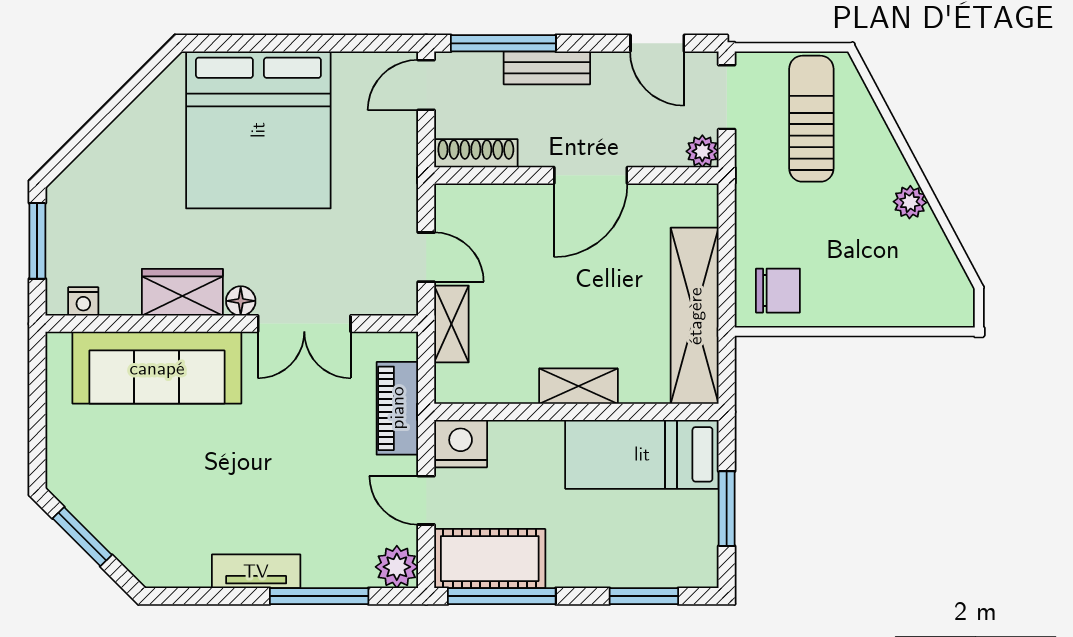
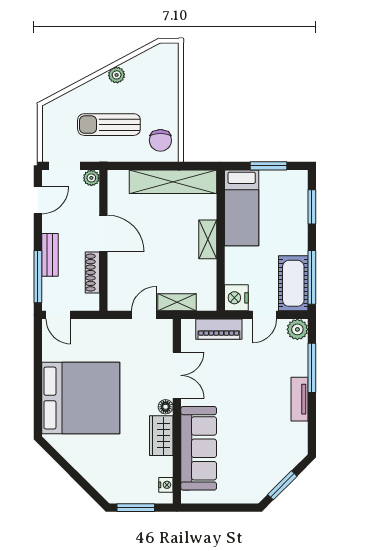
sun lounger: (811, 119) -> (109, 125), moved
shoe rack: (476, 153) -> (92, 273), moved
chair: (778, 291) -> (160, 140), turned 180

